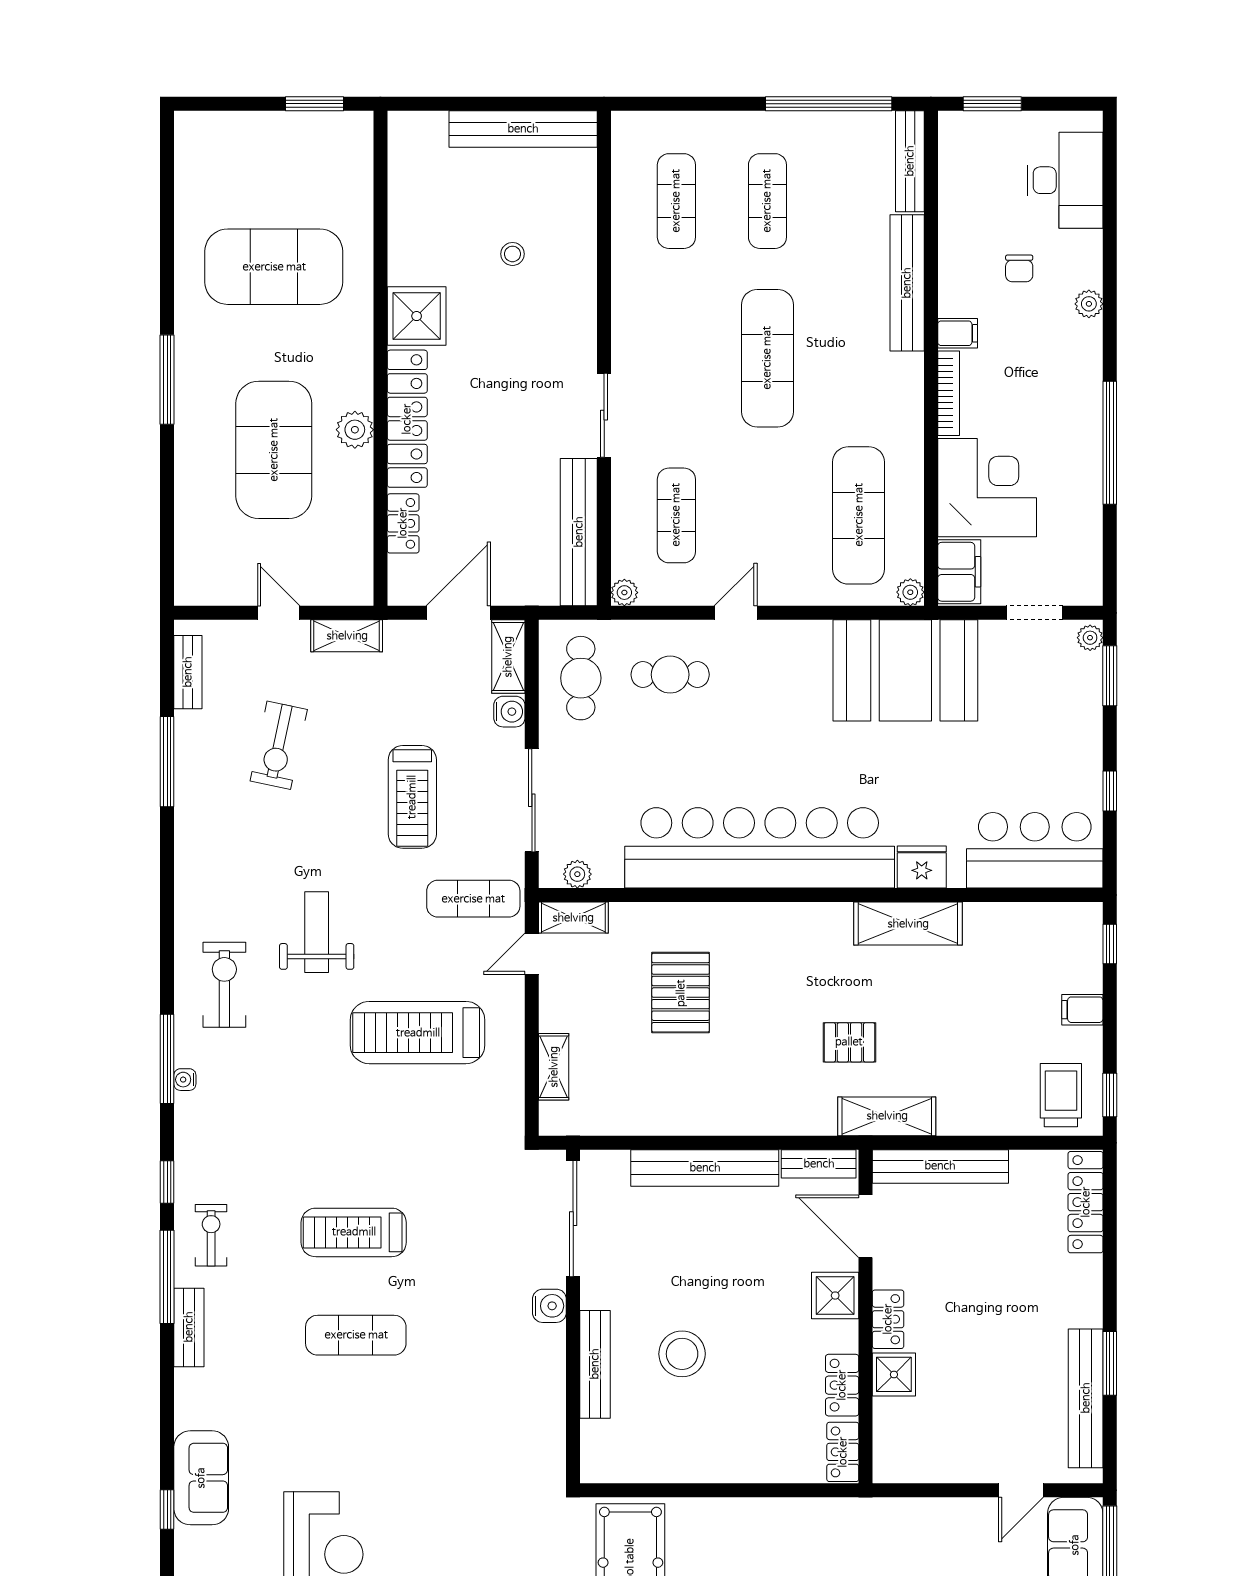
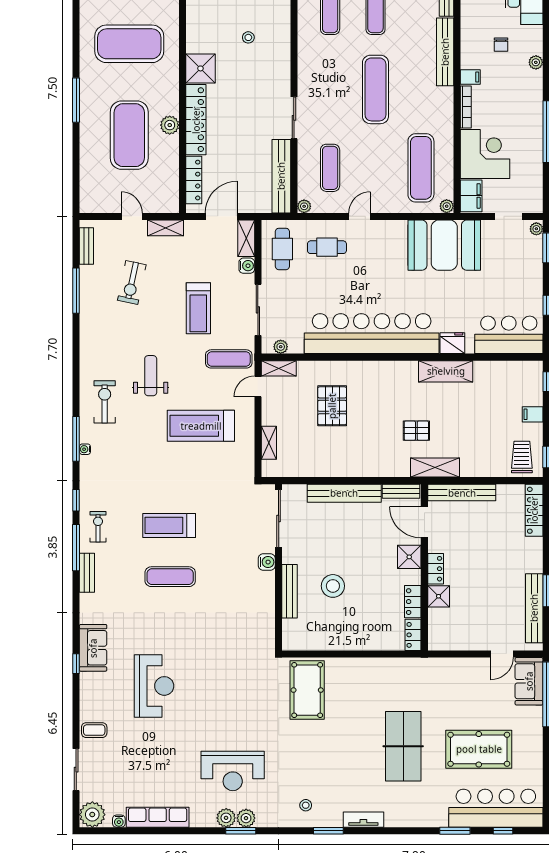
locker: (403, 523) -> (194, 180), width x1.53

